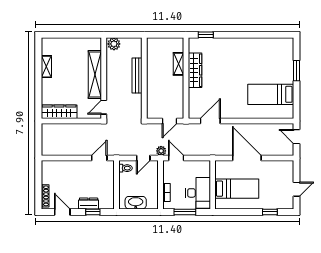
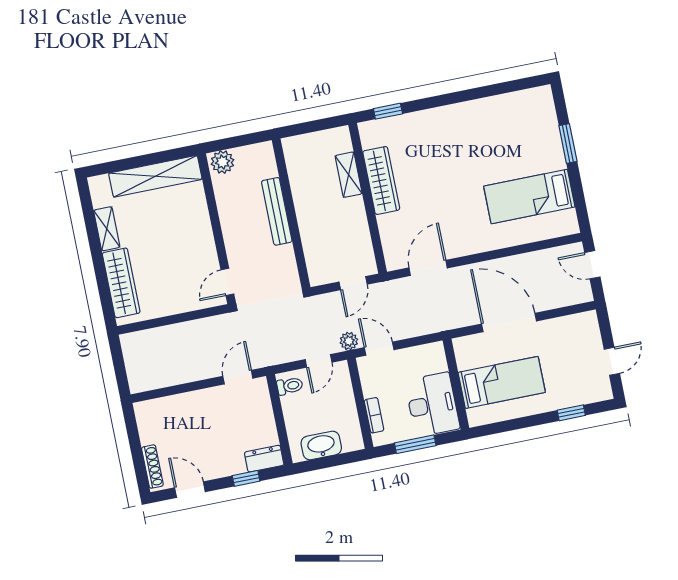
shelving: (95, 74) -> (155, 176), moved, turned 90
wardrobe: (59, 112) -> (121, 283), moved, turned 90
dresser: (89, 203) -> (264, 459), moved

